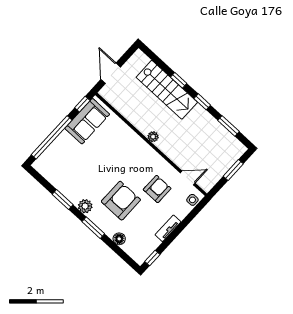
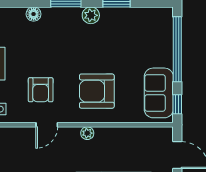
door: (188, 178) -> (47, 125), moved
armchair: (121, 201) -> (97, 91), moved, turned 90

